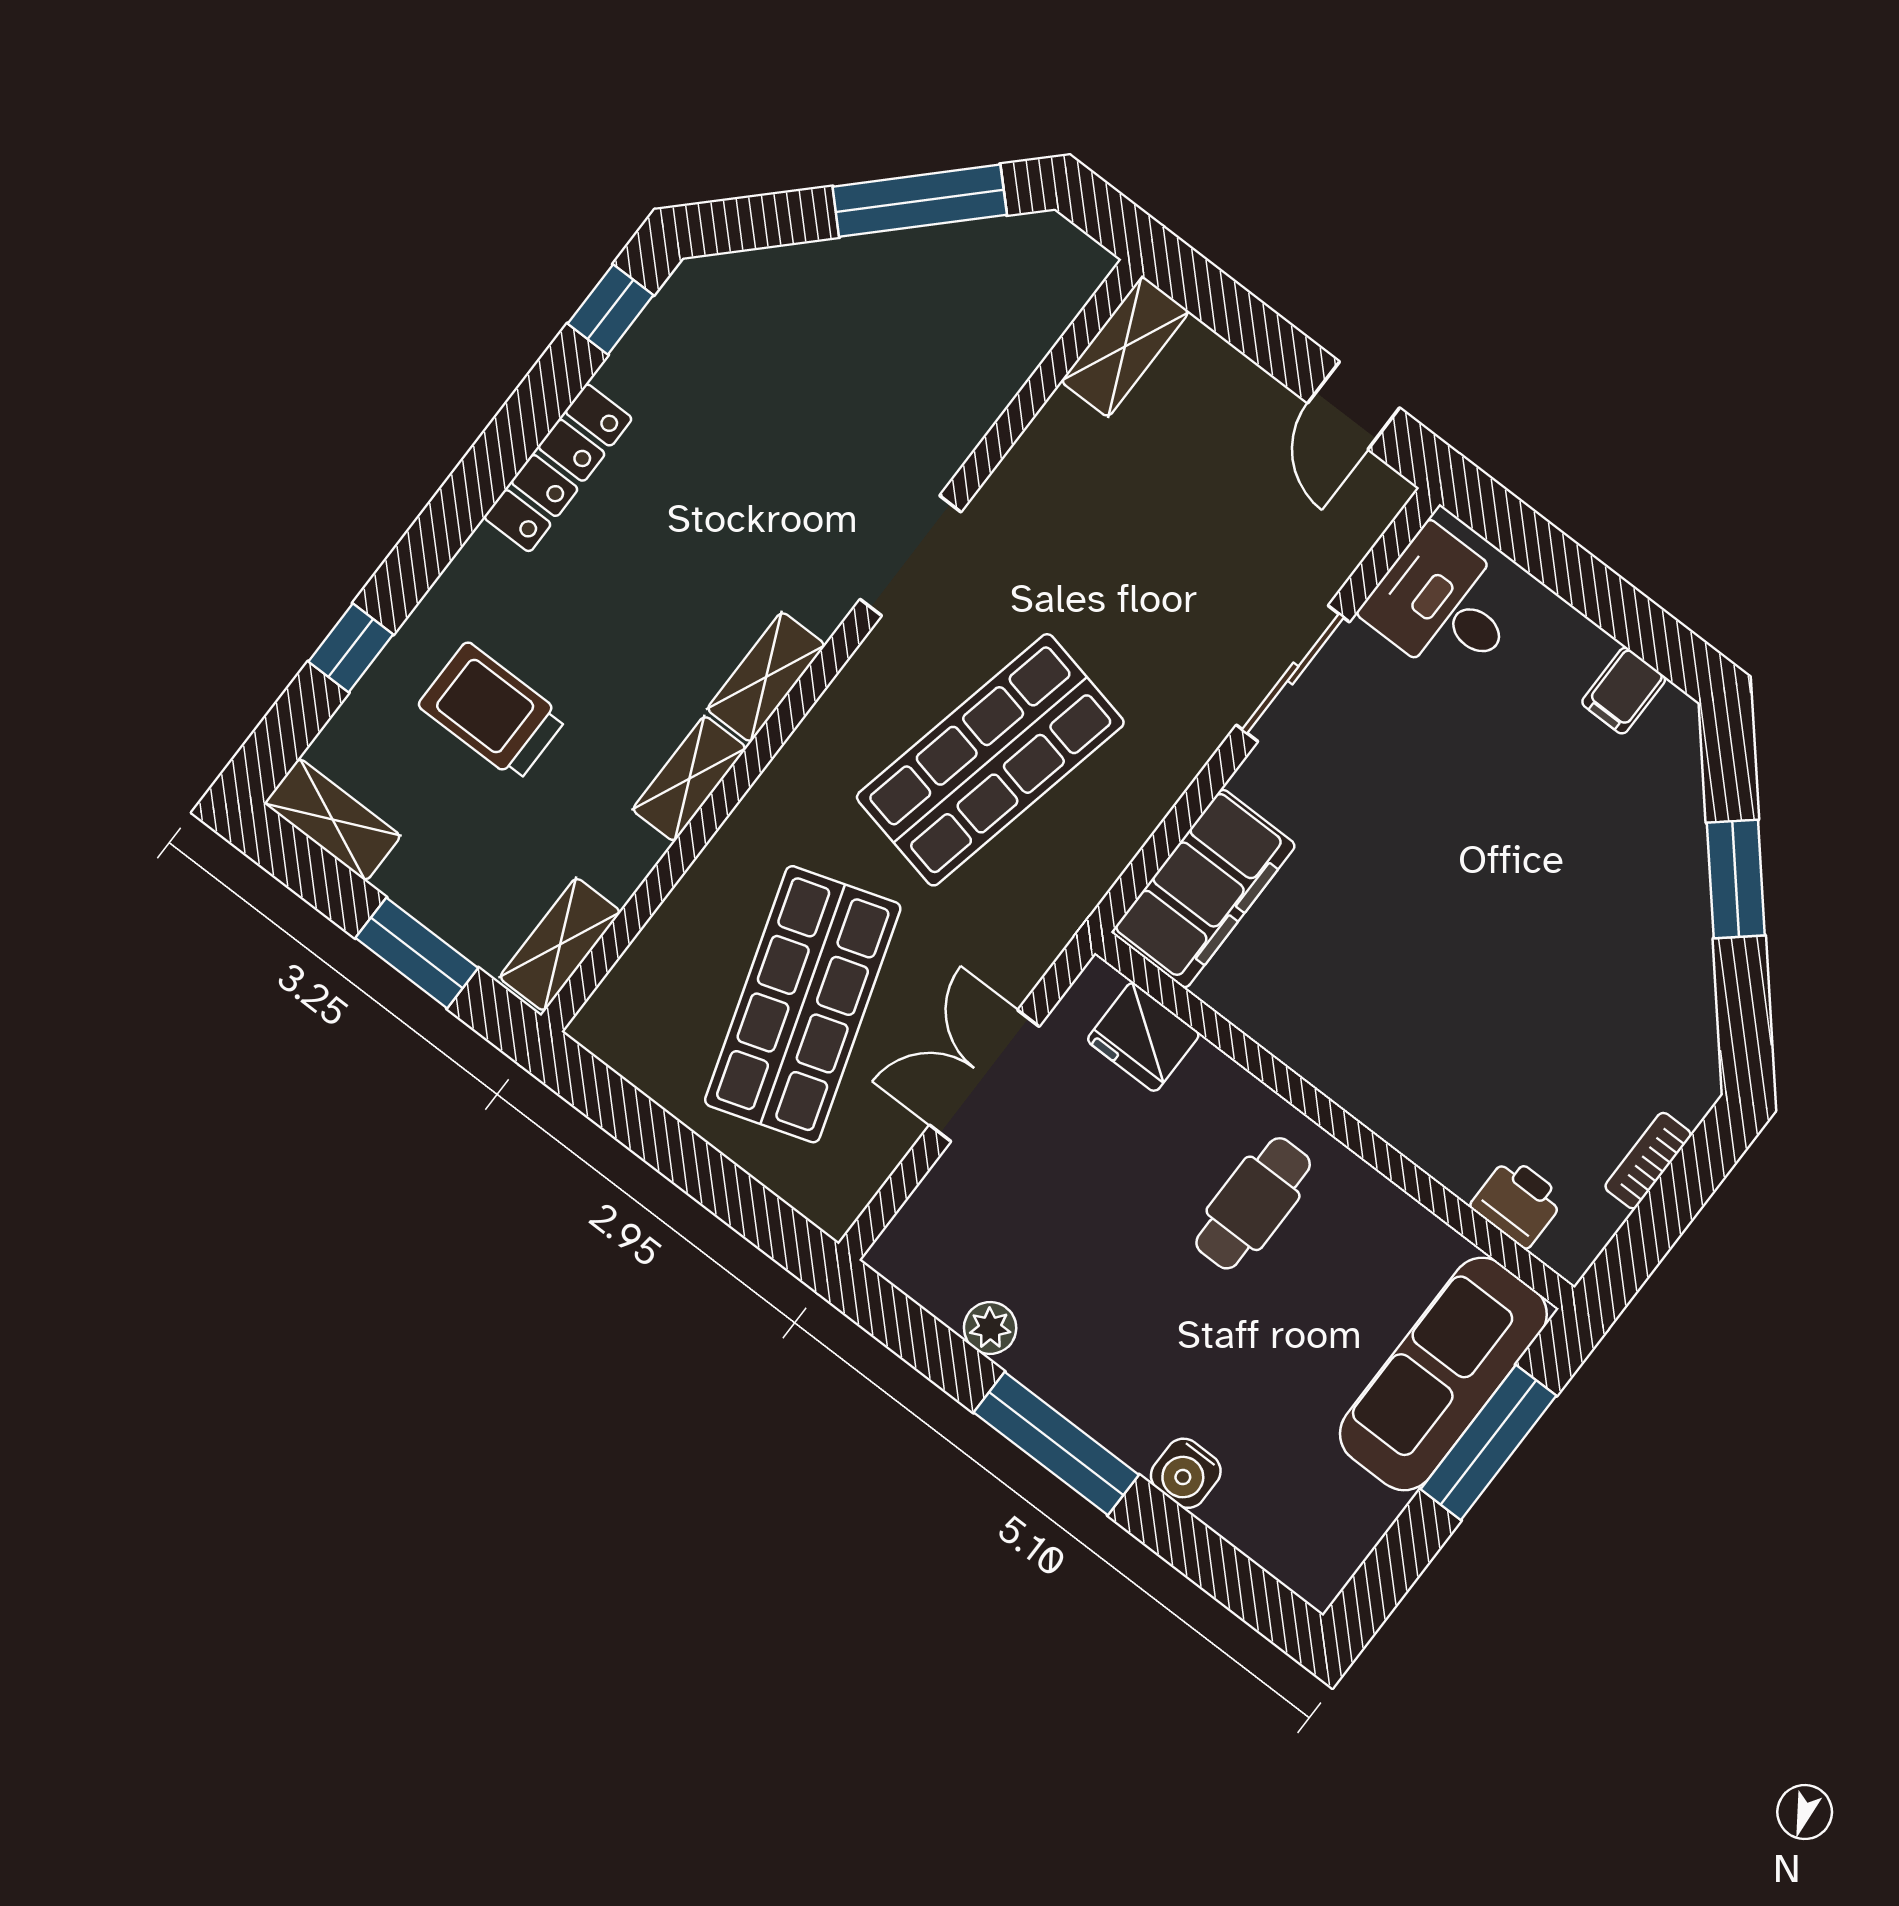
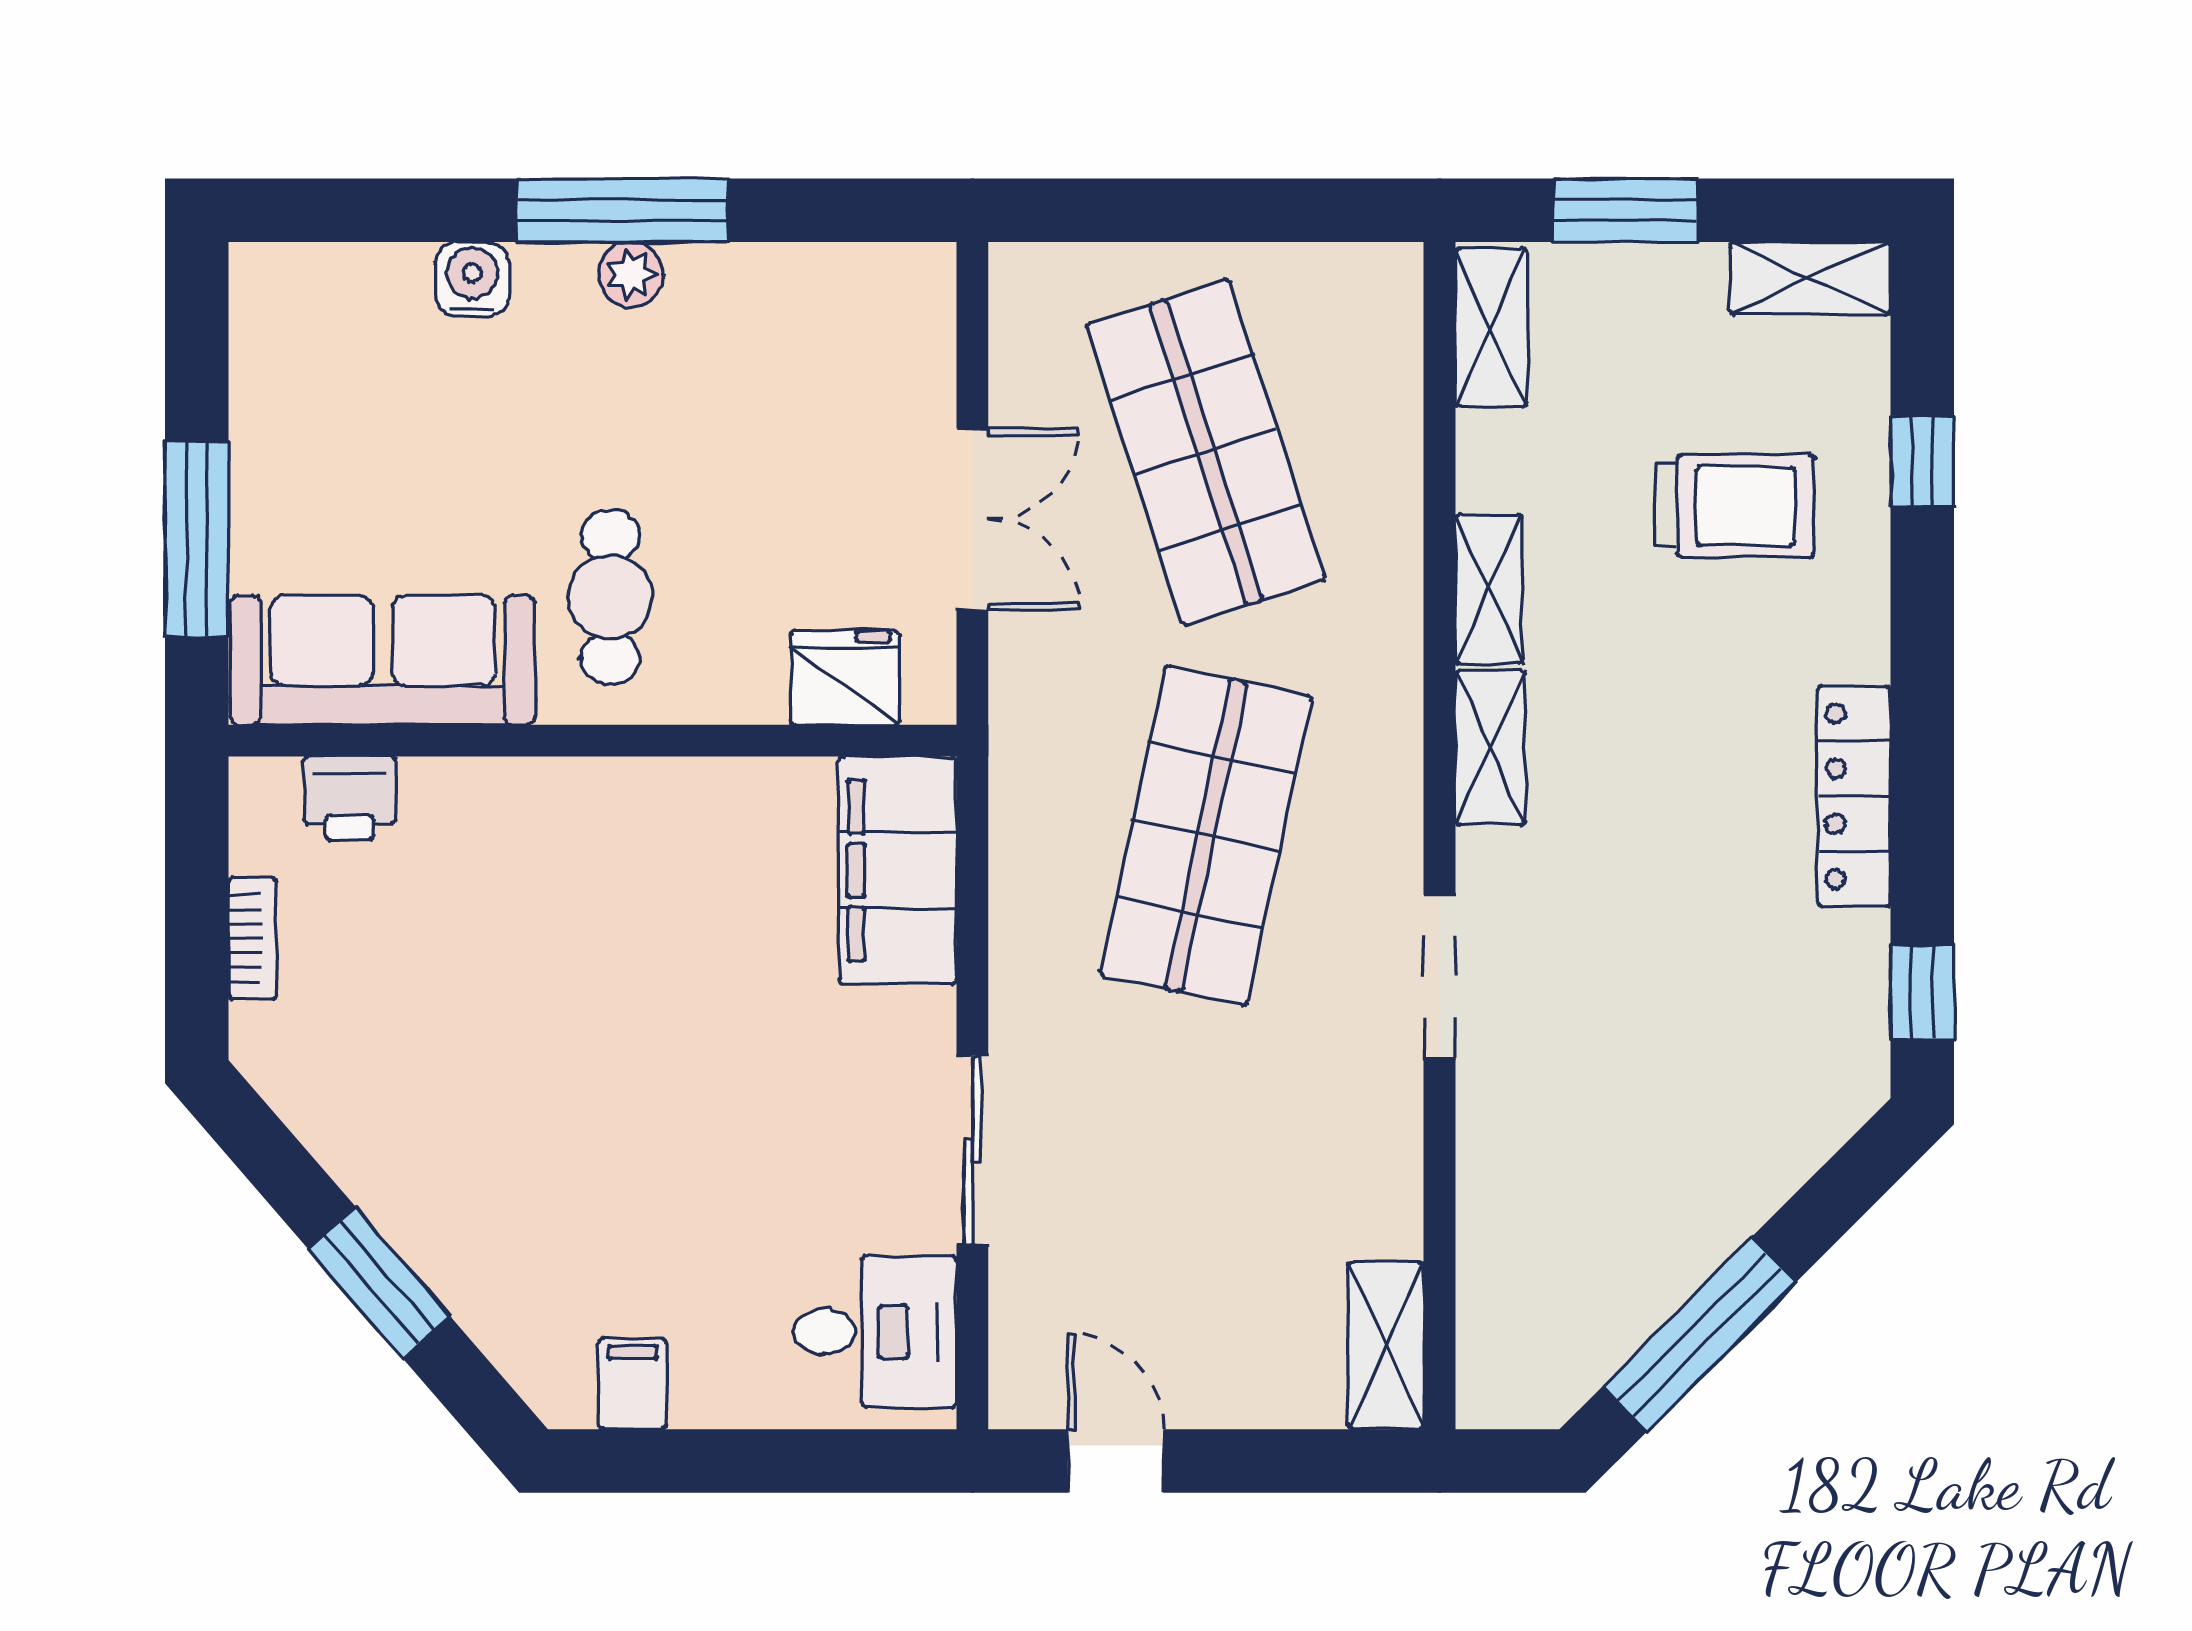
plant: (990, 1328) -> (631, 274), moved
sofa: (1443, 1374) -> (383, 660), moved, turned -90

